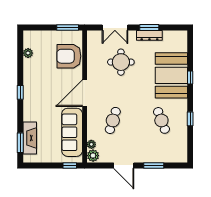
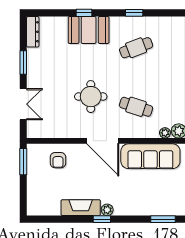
dresser: (149, 35) -> (33, 32), moved
plant: (28, 53) -> (107, 210), moved
armchair: (69, 56) -> (58, 160), width x0.53, depth x0.53
round table: (121, 62) -> (91, 97), moved
booth: (171, 75) -> (89, 30), width x0.73, depth x0.70
fireplace: (30, 138) -> (81, 208), moved

